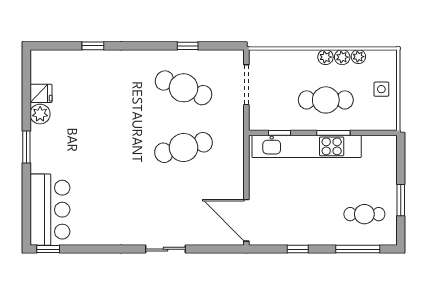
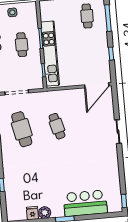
cafe table: (184, 88) -> (22, 129), turned -33
cafe table: (326, 100) -> (22, 45), width x0.73, depth x0.74
cafe table: (184, 147) -> (57, 126), width x0.73, depth x0.74
bar counter: (50, 210) -> (85, 203), moved

